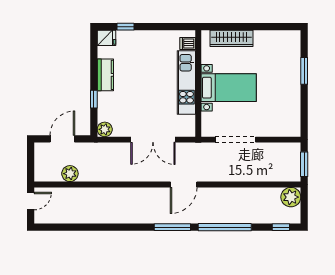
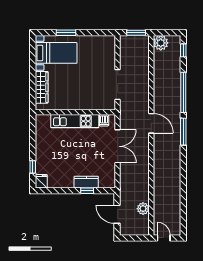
dishwasher: (188, 43) -> (104, 120), moved
kitchen counter: (105, 75) -> (86, 182), moved
bed with nightstands: (229, 88) -> (56, 53), moved, turned 90
plant: (105, 129) -> (110, 183), removed

